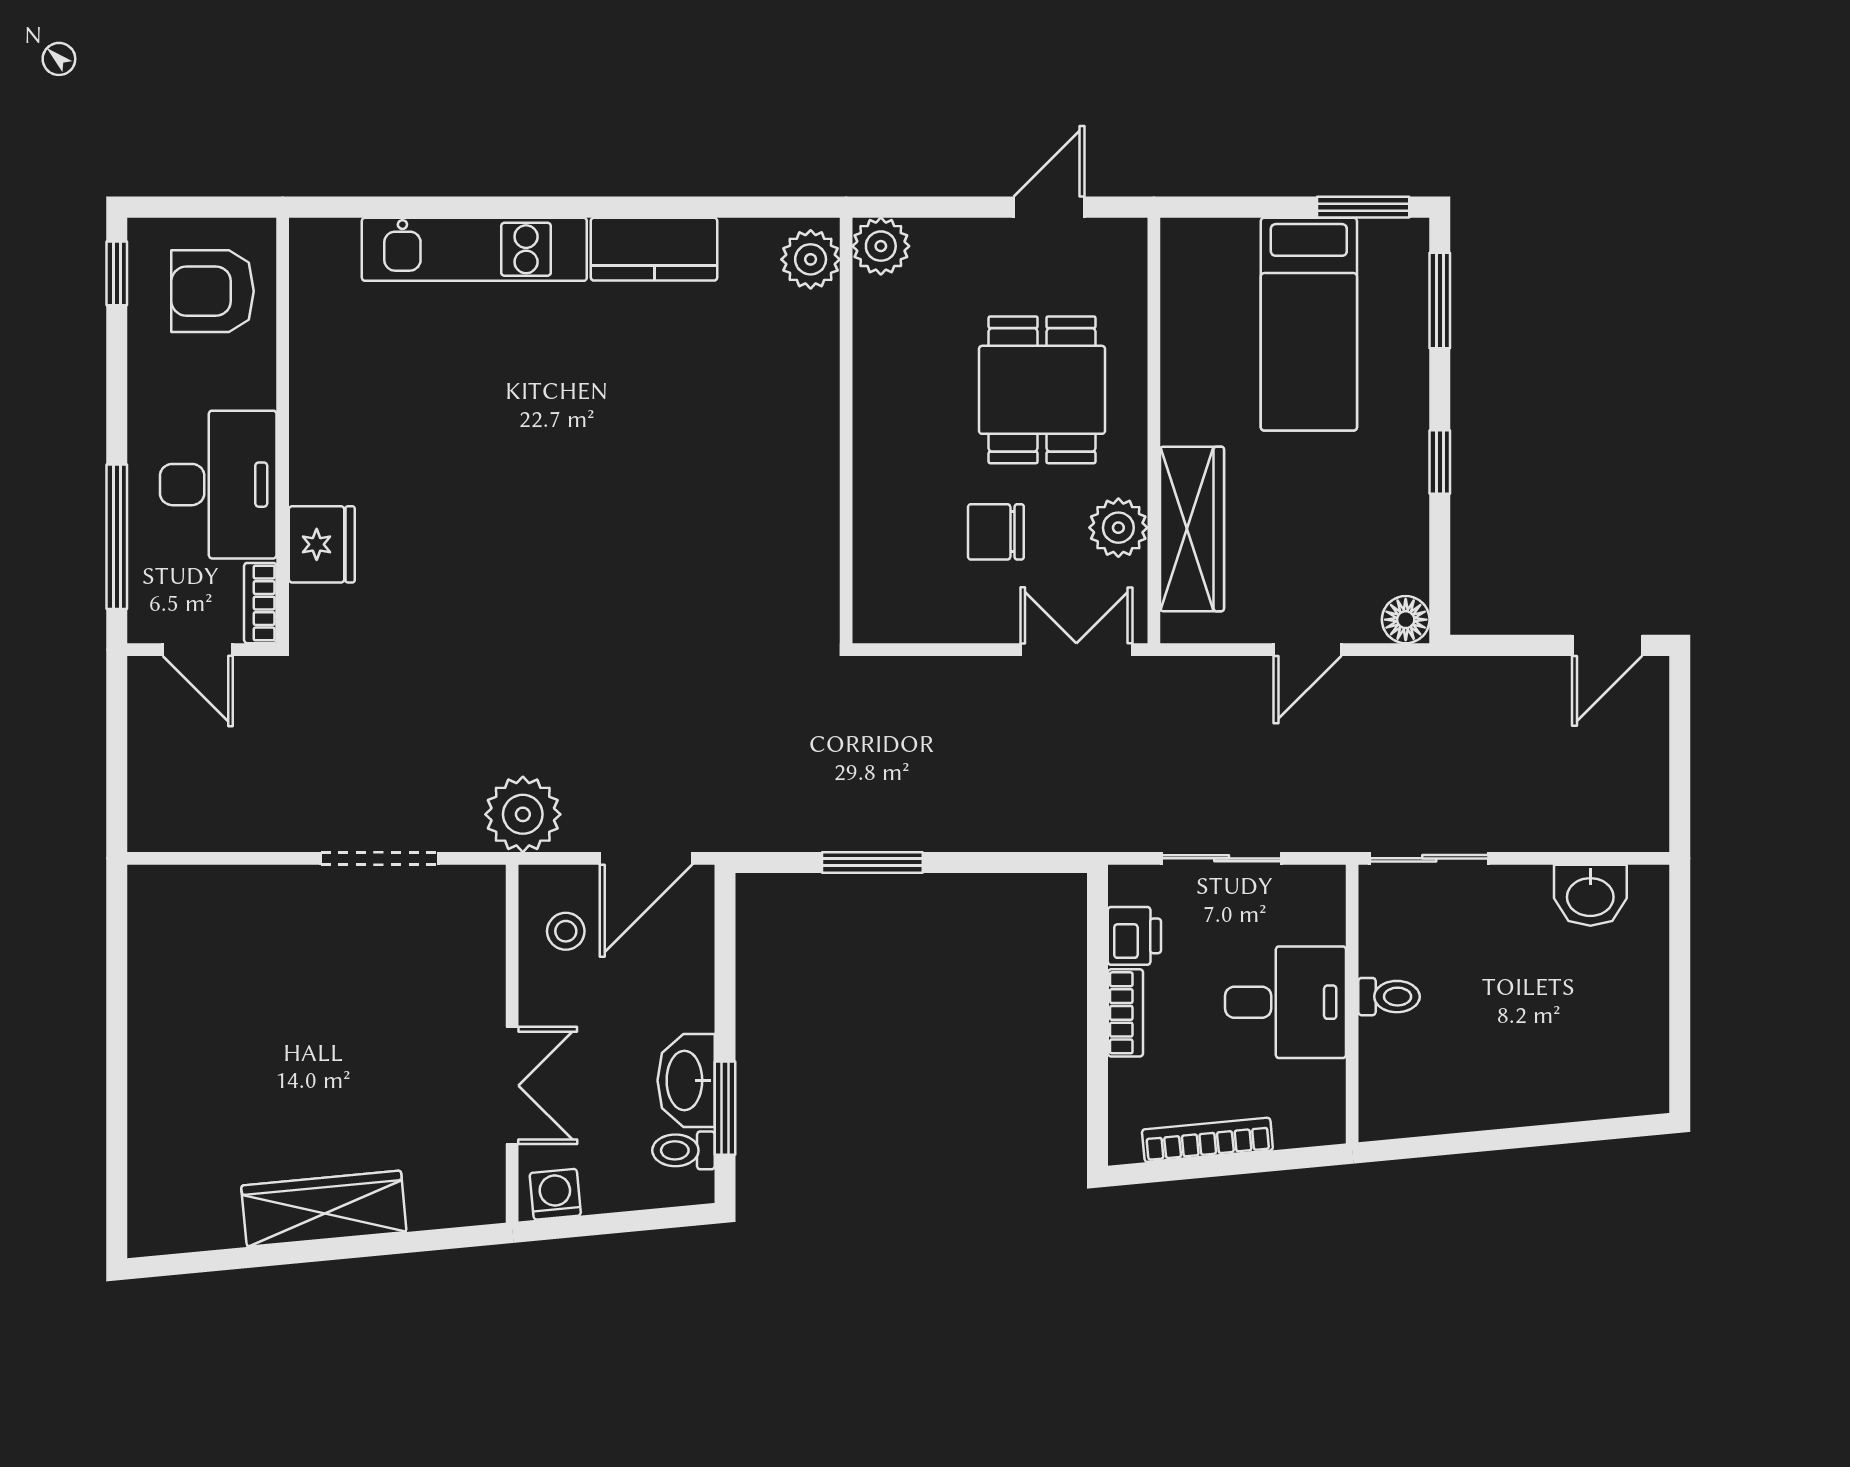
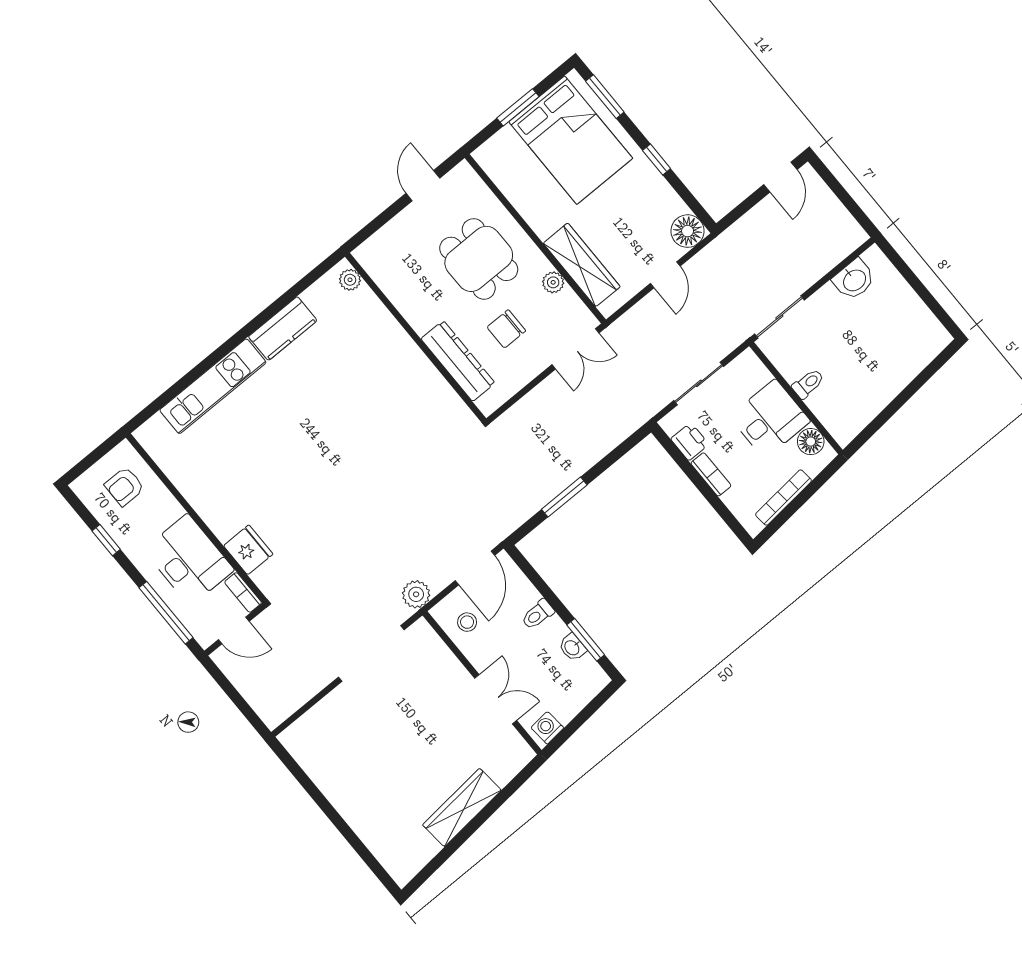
window: (1363, 207) -> (518, 107), moved
plant: (881, 246) -> (370, 255), removed
plant: (811, 259) -> (350, 280), width x0.73, depth x0.73
window: (117, 273) -> (106, 540), moved
armchair: (213, 291) -> (125, 486), width x0.72, depth x0.72
bed: (1309, 324) -> (571, 140), width x1.50
dresser: (881, 520) -> (458, 361), added
plant: (1118, 528) -> (553, 282), width x0.73, depth x0.73
floor lamp: (1406, 620) -> (688, 231), width x1.38, depth x1.38
double door: (1076, 650) -> (575, 349), swing flipped
plant: (523, 814) -> (416, 594), width x0.73, depth x0.73
doorway: (379, 858) -> (371, 653), width x1.36
washbasin: (686, 1080) -> (572, 647), width x0.52, depth x0.69
floor lamp: (1320, 1088) -> (811, 442), added
toilet: (683, 1150) -> (538, 614), moved

